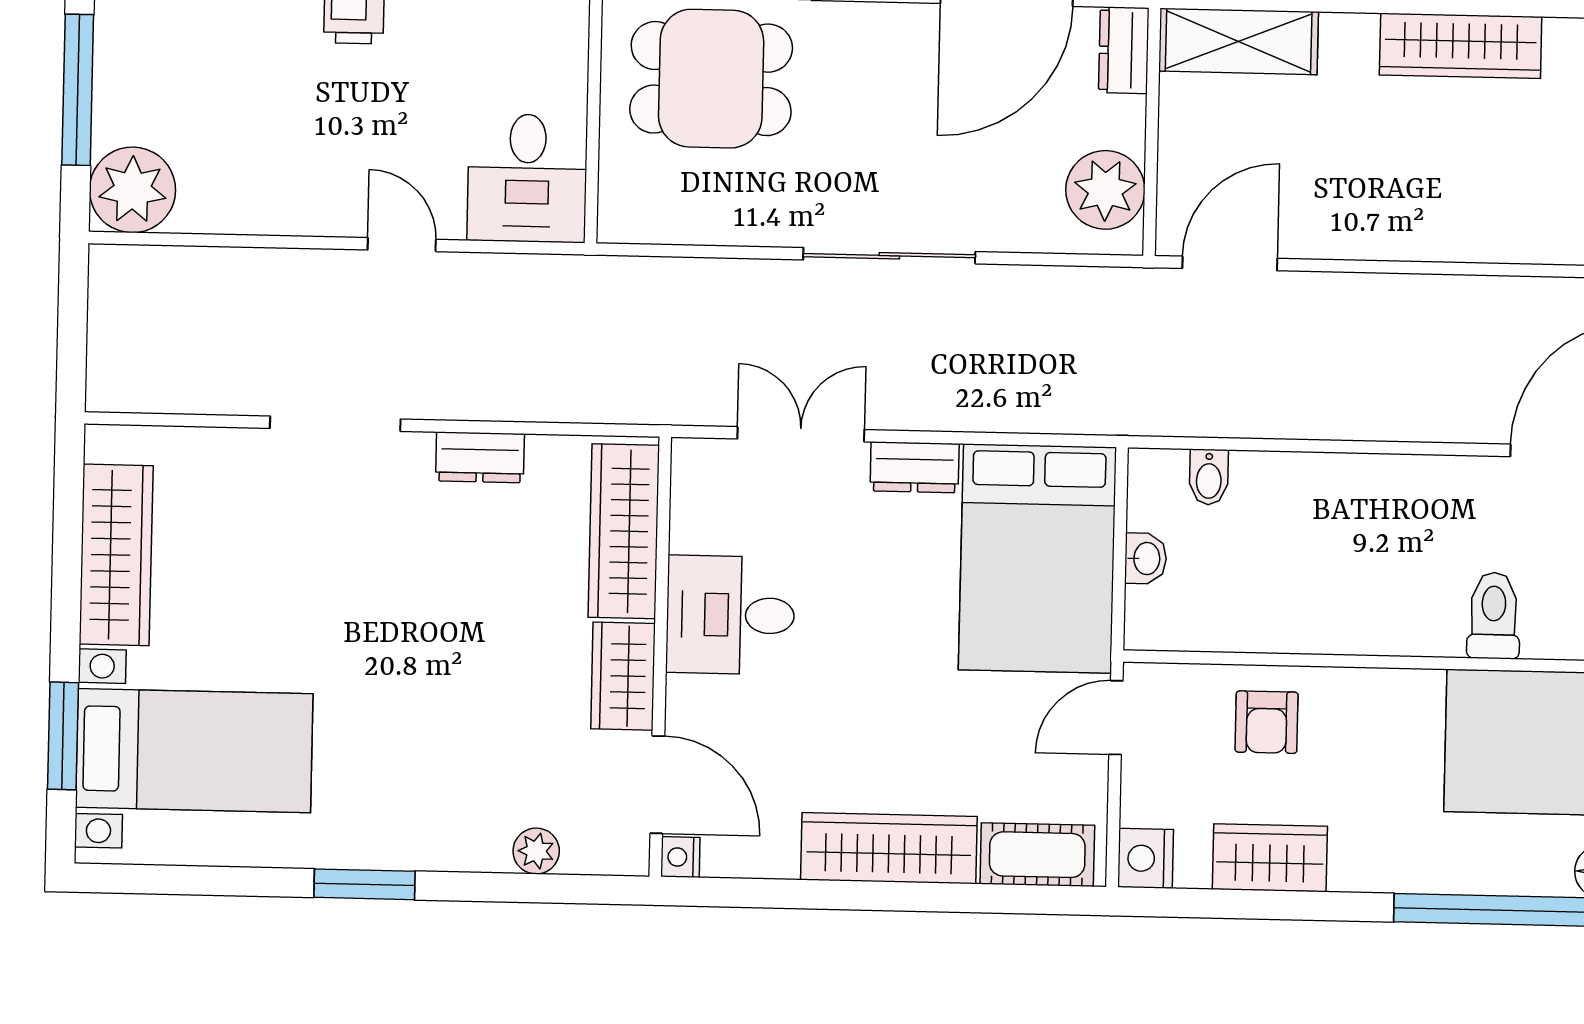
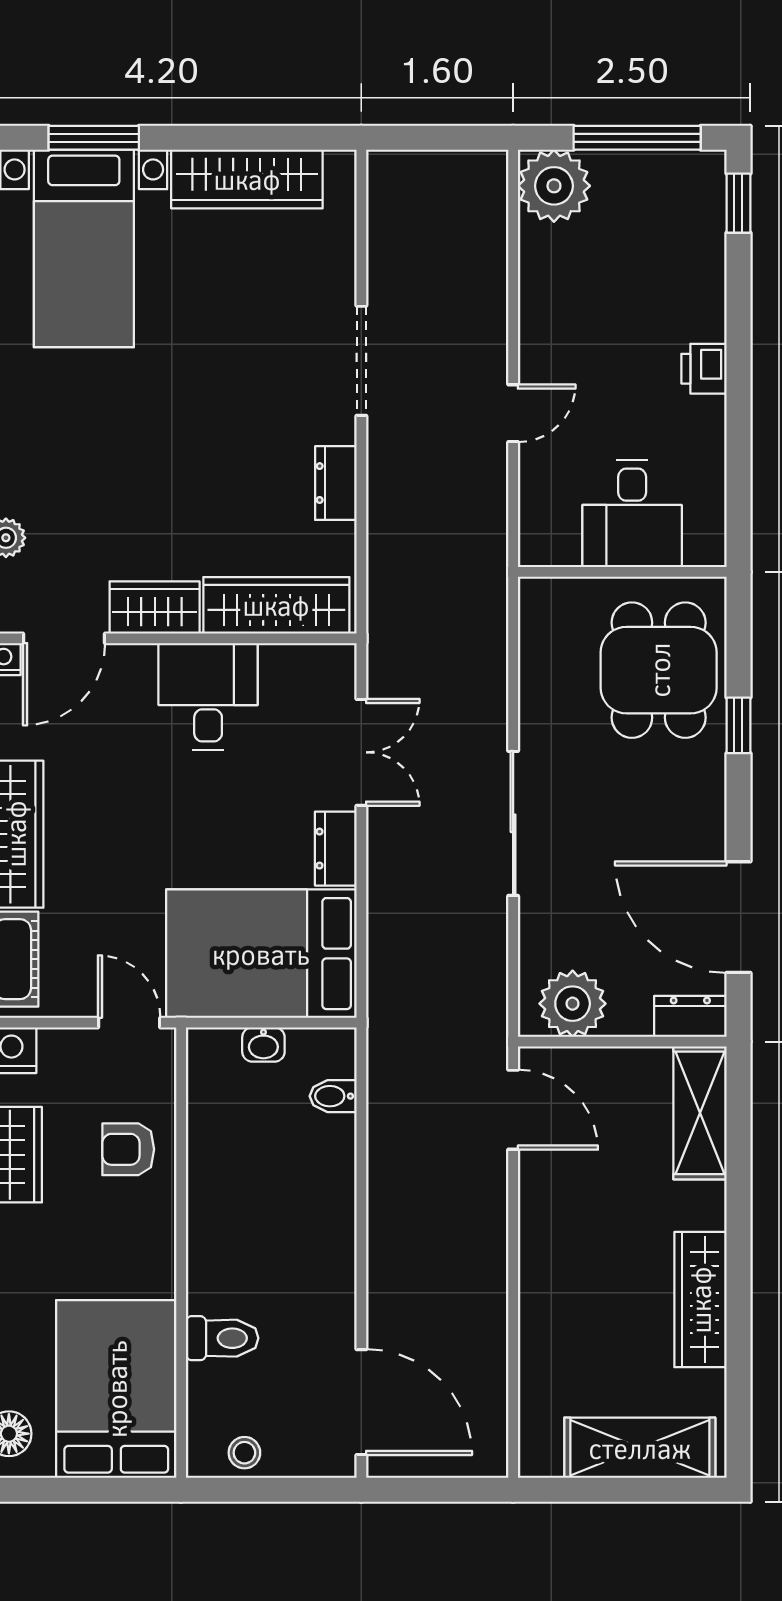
desk: (527, 178) -> (632, 514), moved, turned -90

